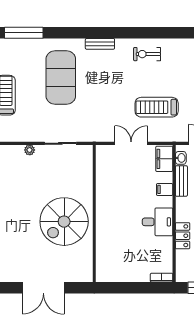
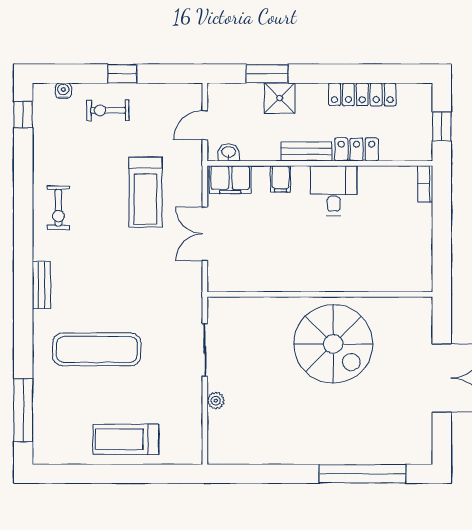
exercise mat: (61, 77) -> (97, 349), width x0.68
bench: (181, 181) -> (307, 151), moved

